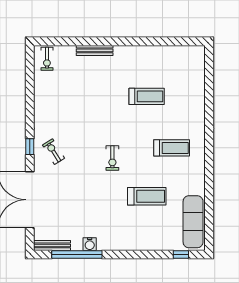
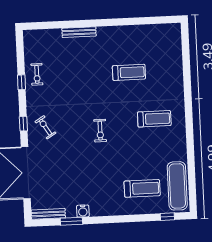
exercise bike: (47, 59) -> (37, 74), moved
window: (30, 102) -> (21, 82), added
treadmill: (147, 196) -> (142, 188), moved
window: (77, 255) -> (71, 221), width x0.47

